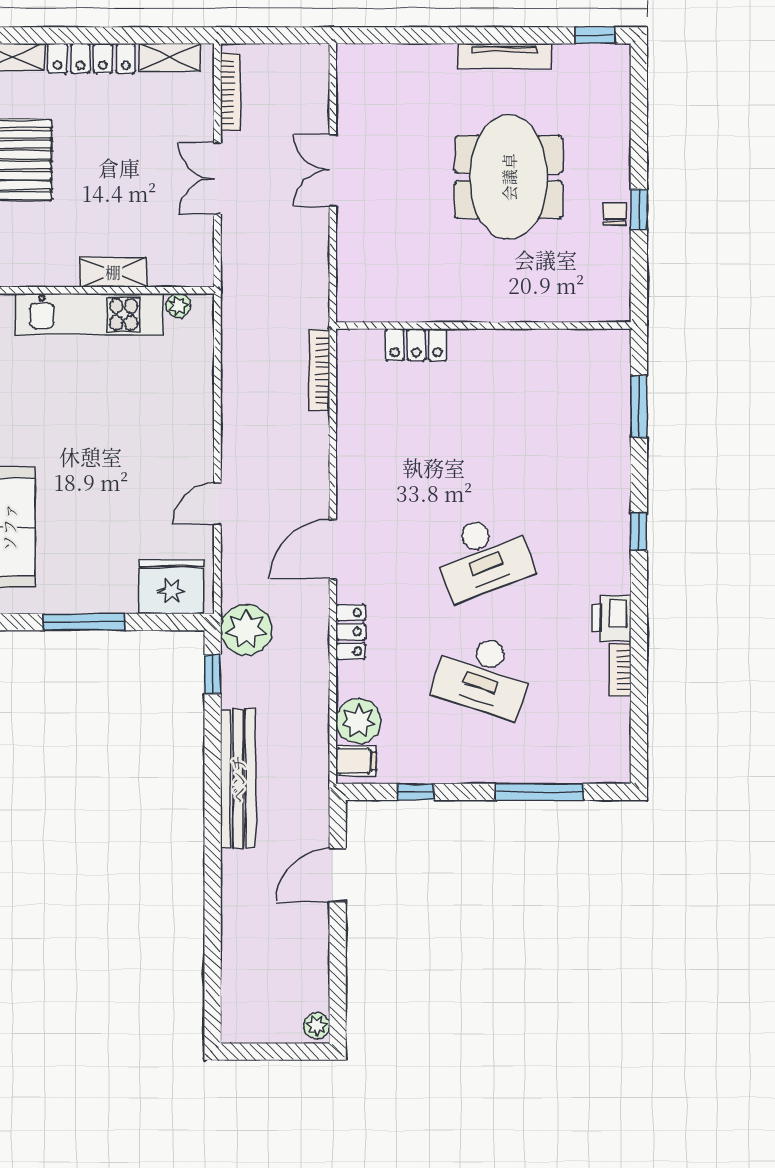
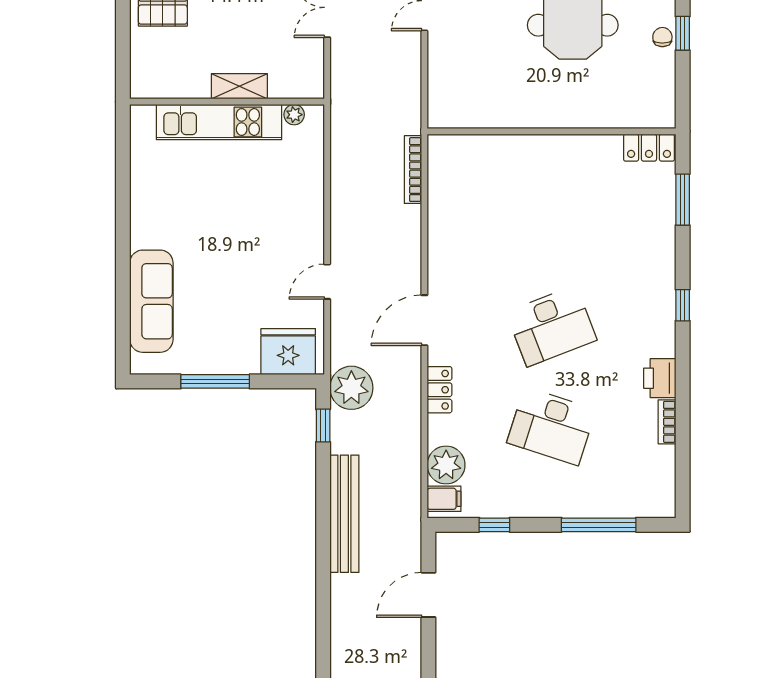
locker: (416, 345) -> (649, 148), moved

